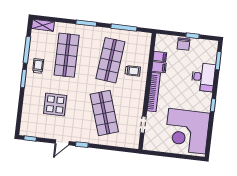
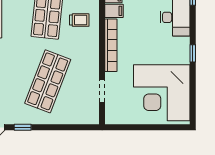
shop shelf: (104, 113) -> (48, 81), turned 39

